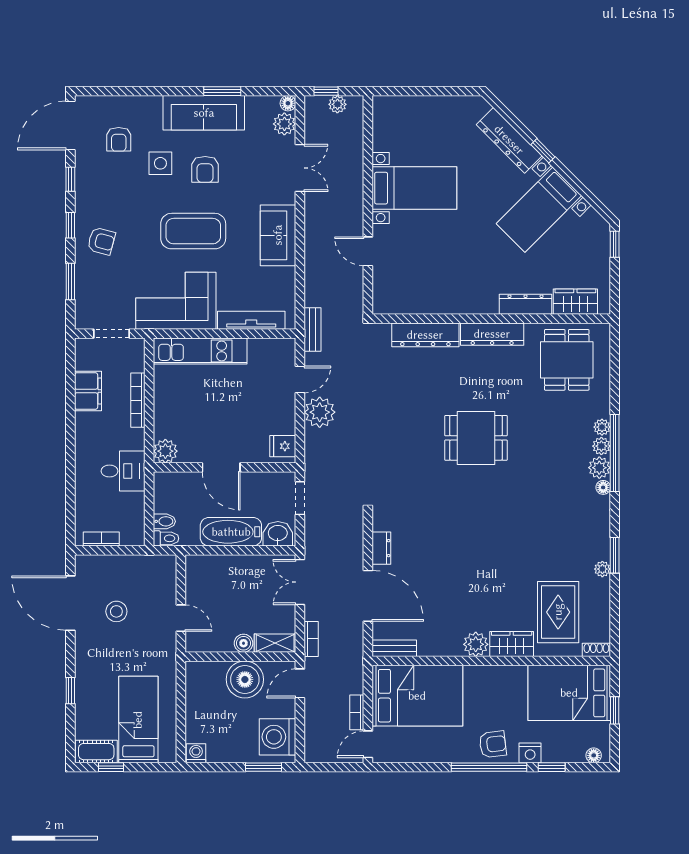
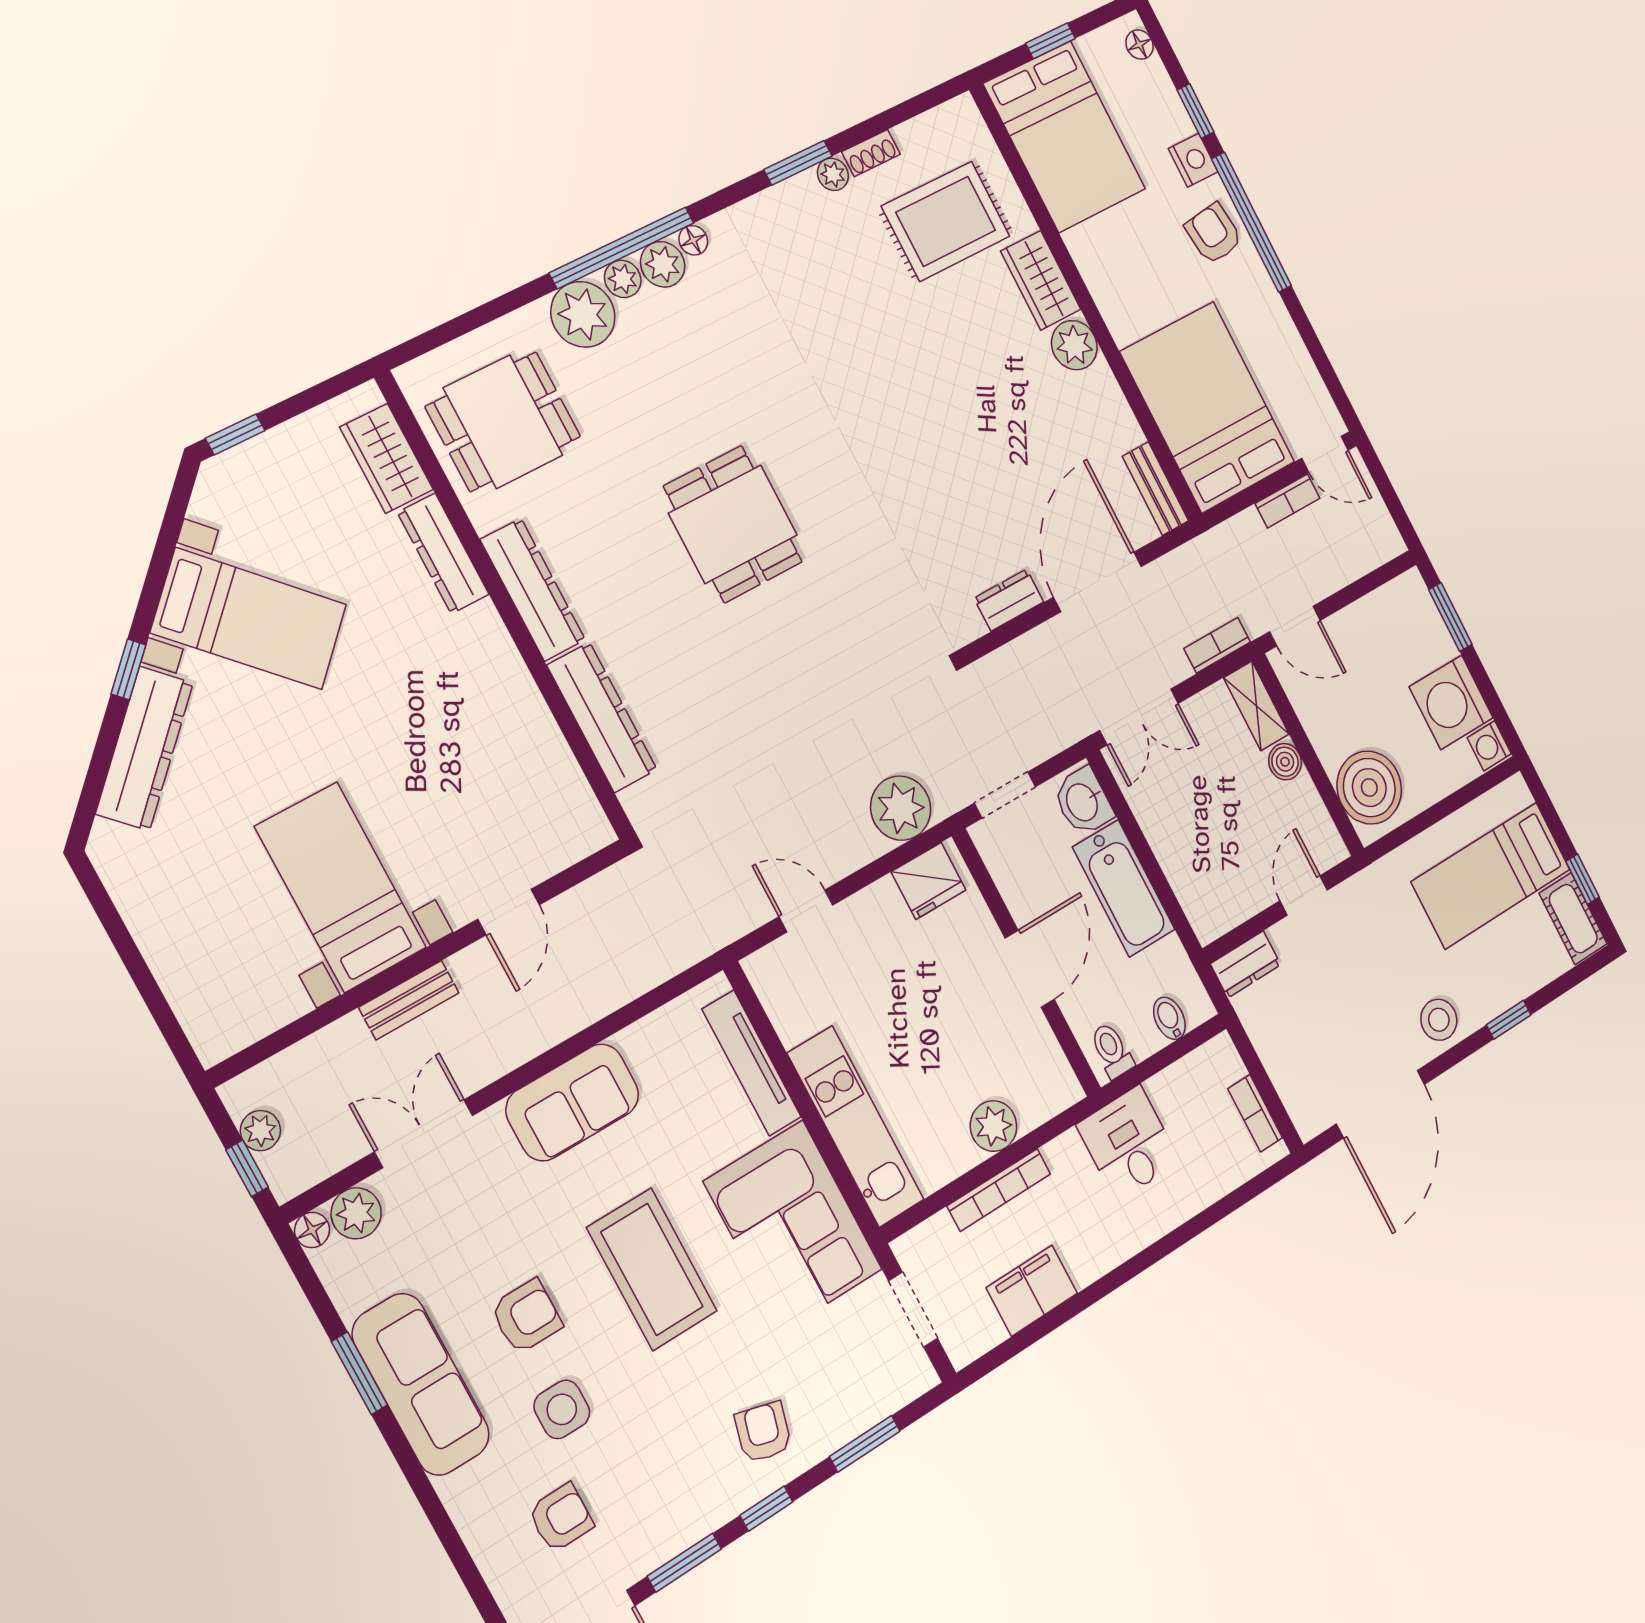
window: (70, 179) -> (684, 1563), width x1.50
bench: (313, 330) -> (409, 1000), moved
plant: (320, 412) -> (901, 808), moved
plant: (602, 427) -> (583, 314), width x1.87, depth x1.87
fridge: (283, 446) -> (929, 881), width x1.38
plant: (165, 451) -> (993, 1126), moved
toilet: (166, 538) -> (1112, 1050), moved
dresser: (167, 572) -> (1246, 964), added
stool: (116, 611) -> (1439, 1020), moved
shoe rack: (596, 650) -> (871, 153), moved, turned -90
boiler: (245, 679) -> (1369, 788), moved
washing machine: (278, 737) -> (1451, 702), moved, turned 90

